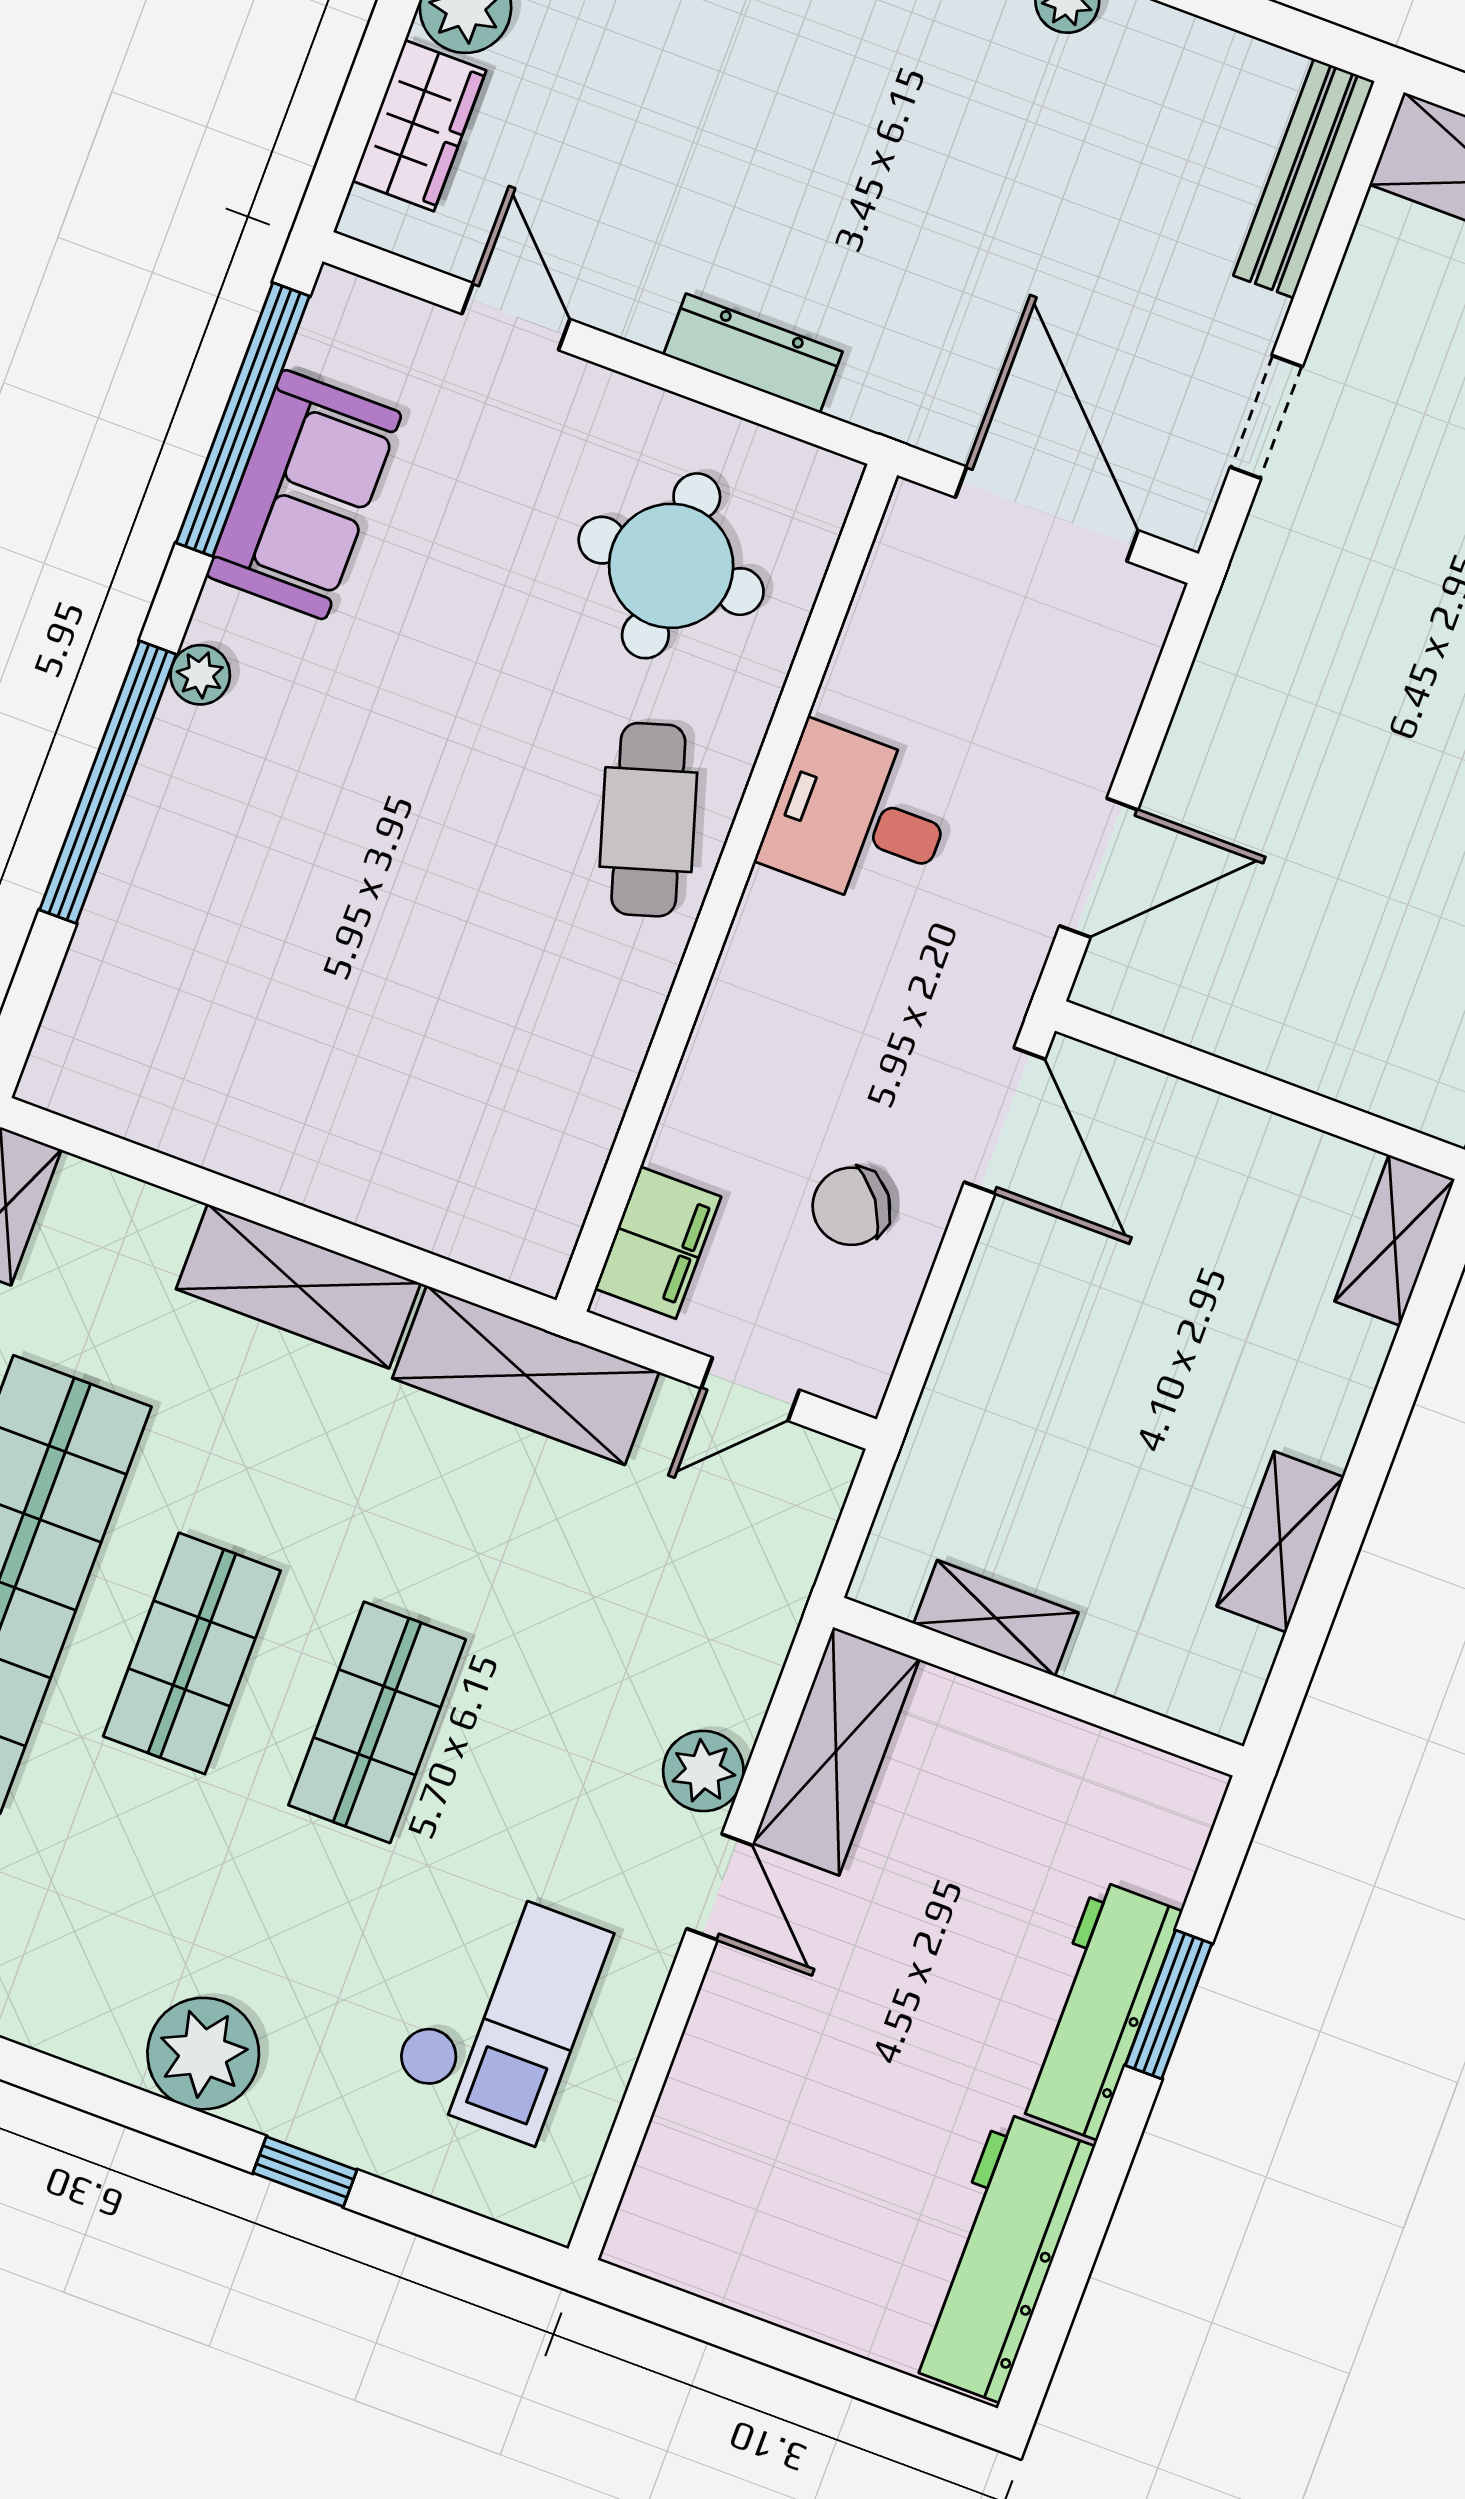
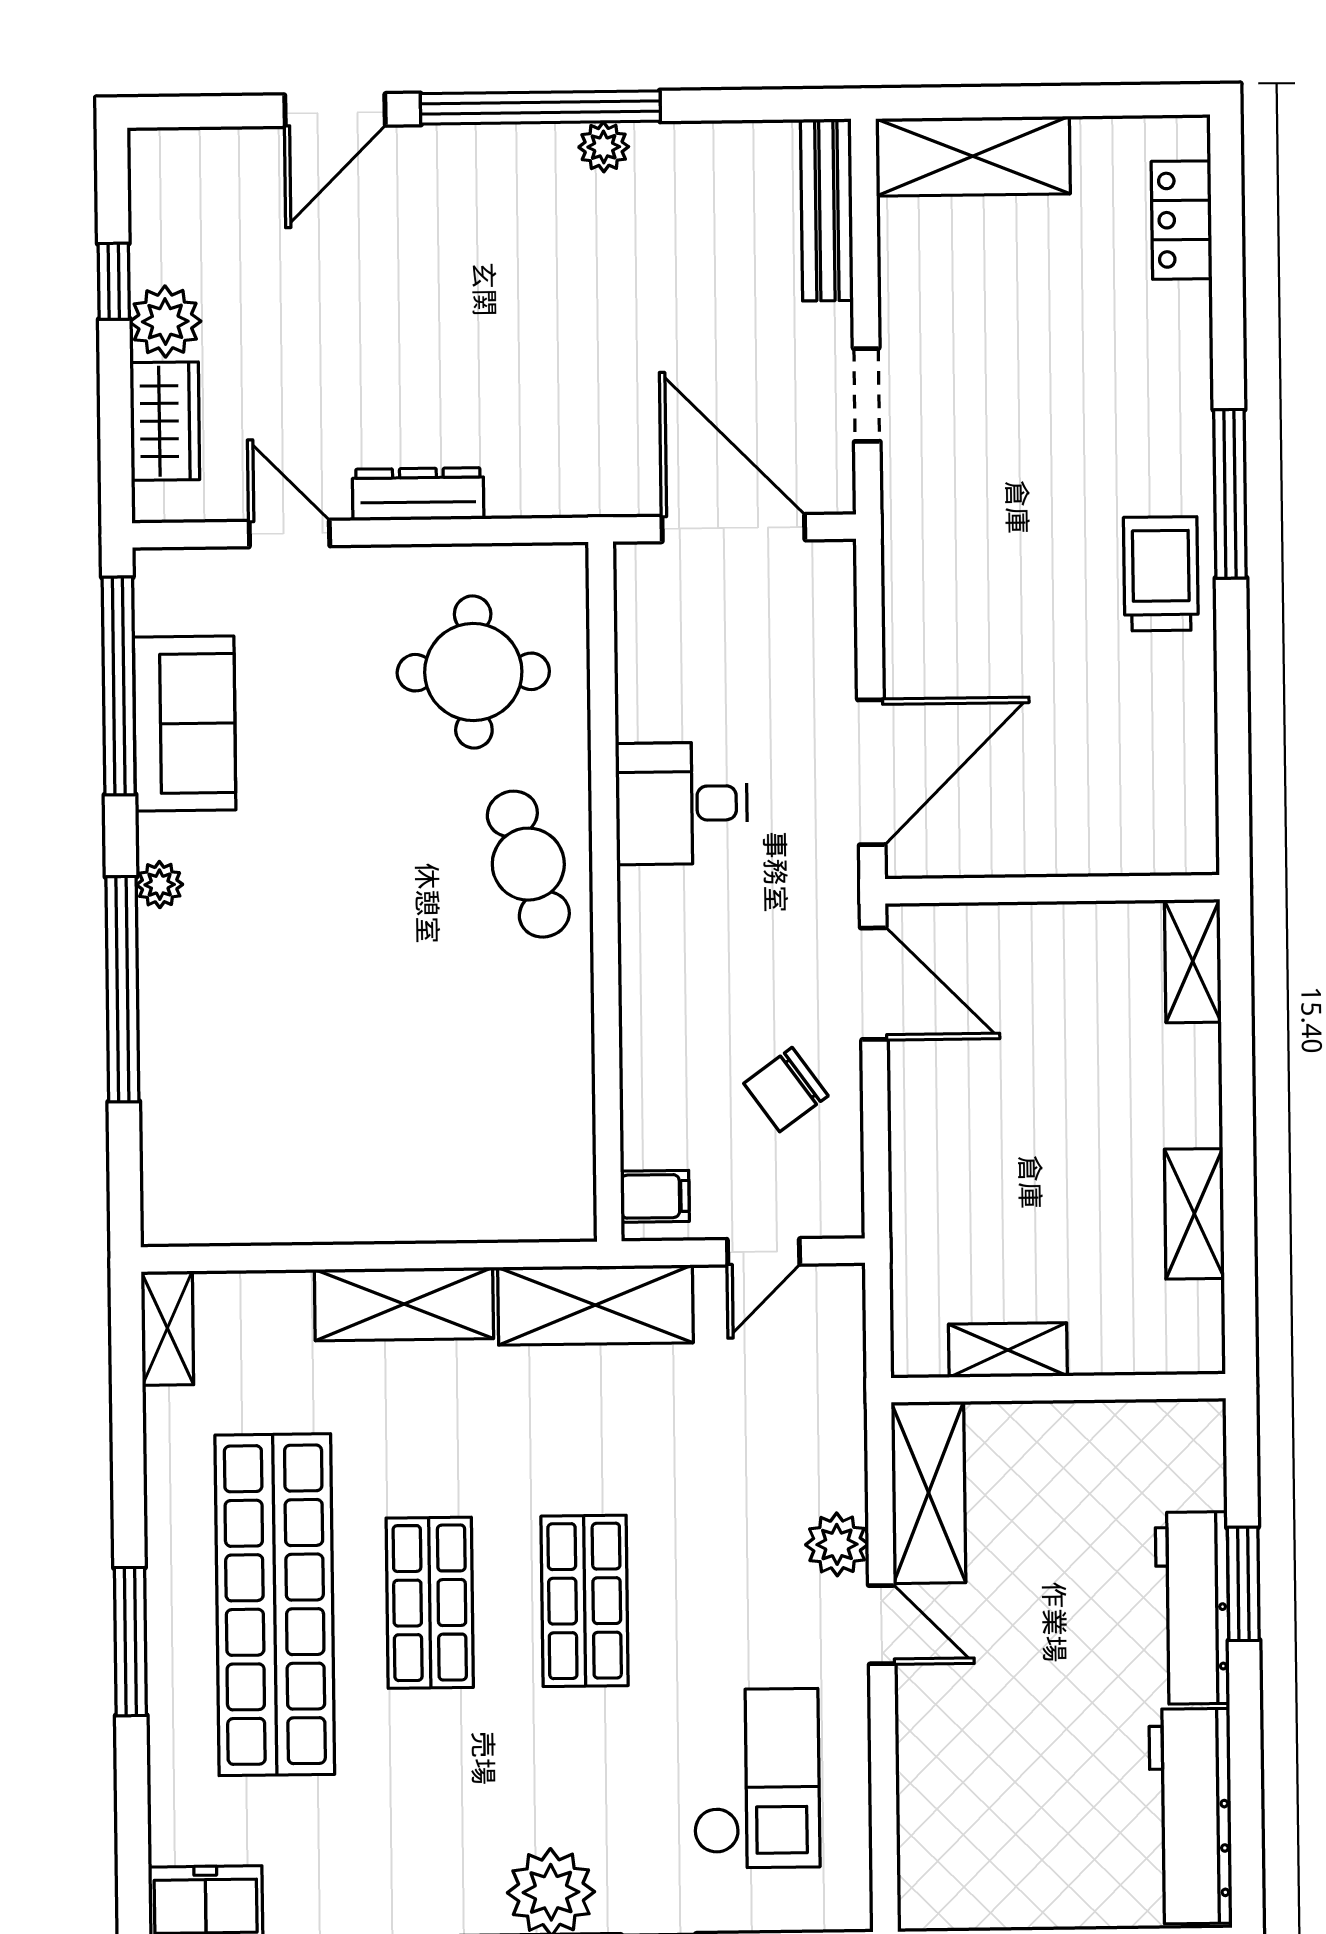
dresser: (753, 353) -> (418, 494), moved
door: (1099, 868) -> (871, 772), width x1.36
filing cabinet: (658, 1243) -> (655, 1196), width x0.50

